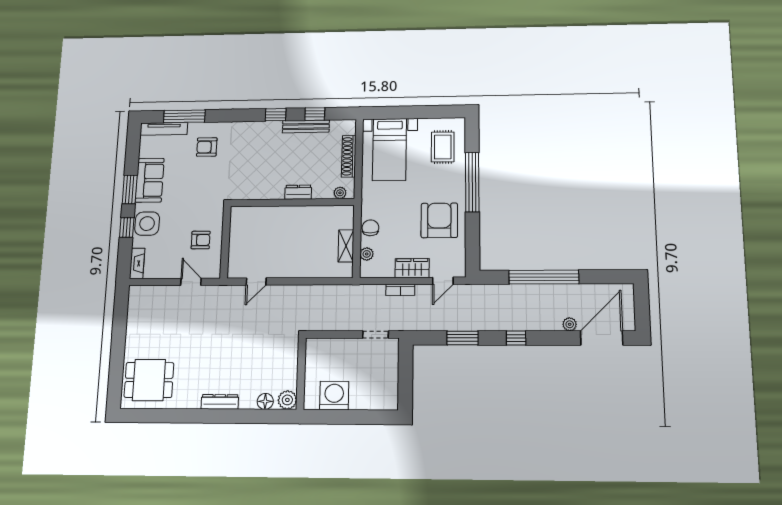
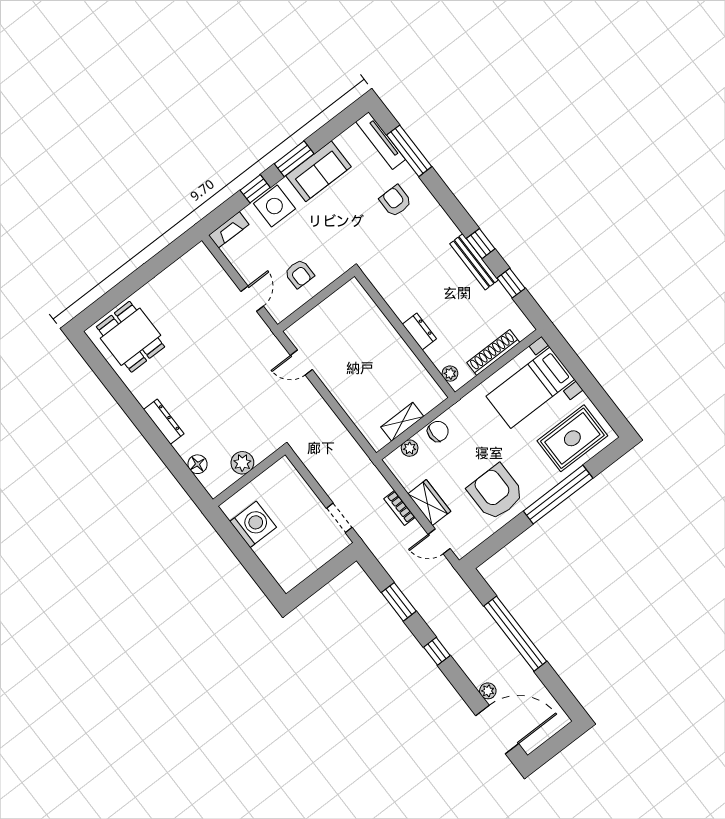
bench: (306, 126) -> (474, 262), moved
rug: (443, 147) -> (572, 438), width x1.36, depth x1.43
armchair: (439, 220) -> (496, 492), turned -90
plant: (287, 400) -> (242, 463), moved

